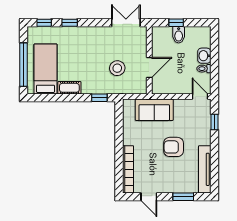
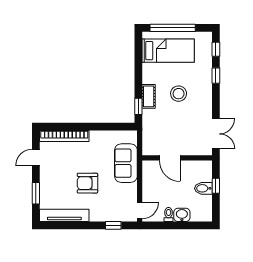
stool: (117, 68) -> (179, 94), moved
cot: (69, 88) -> (149, 96), moved
armchair: (174, 147) -> (87, 183), turned -90

